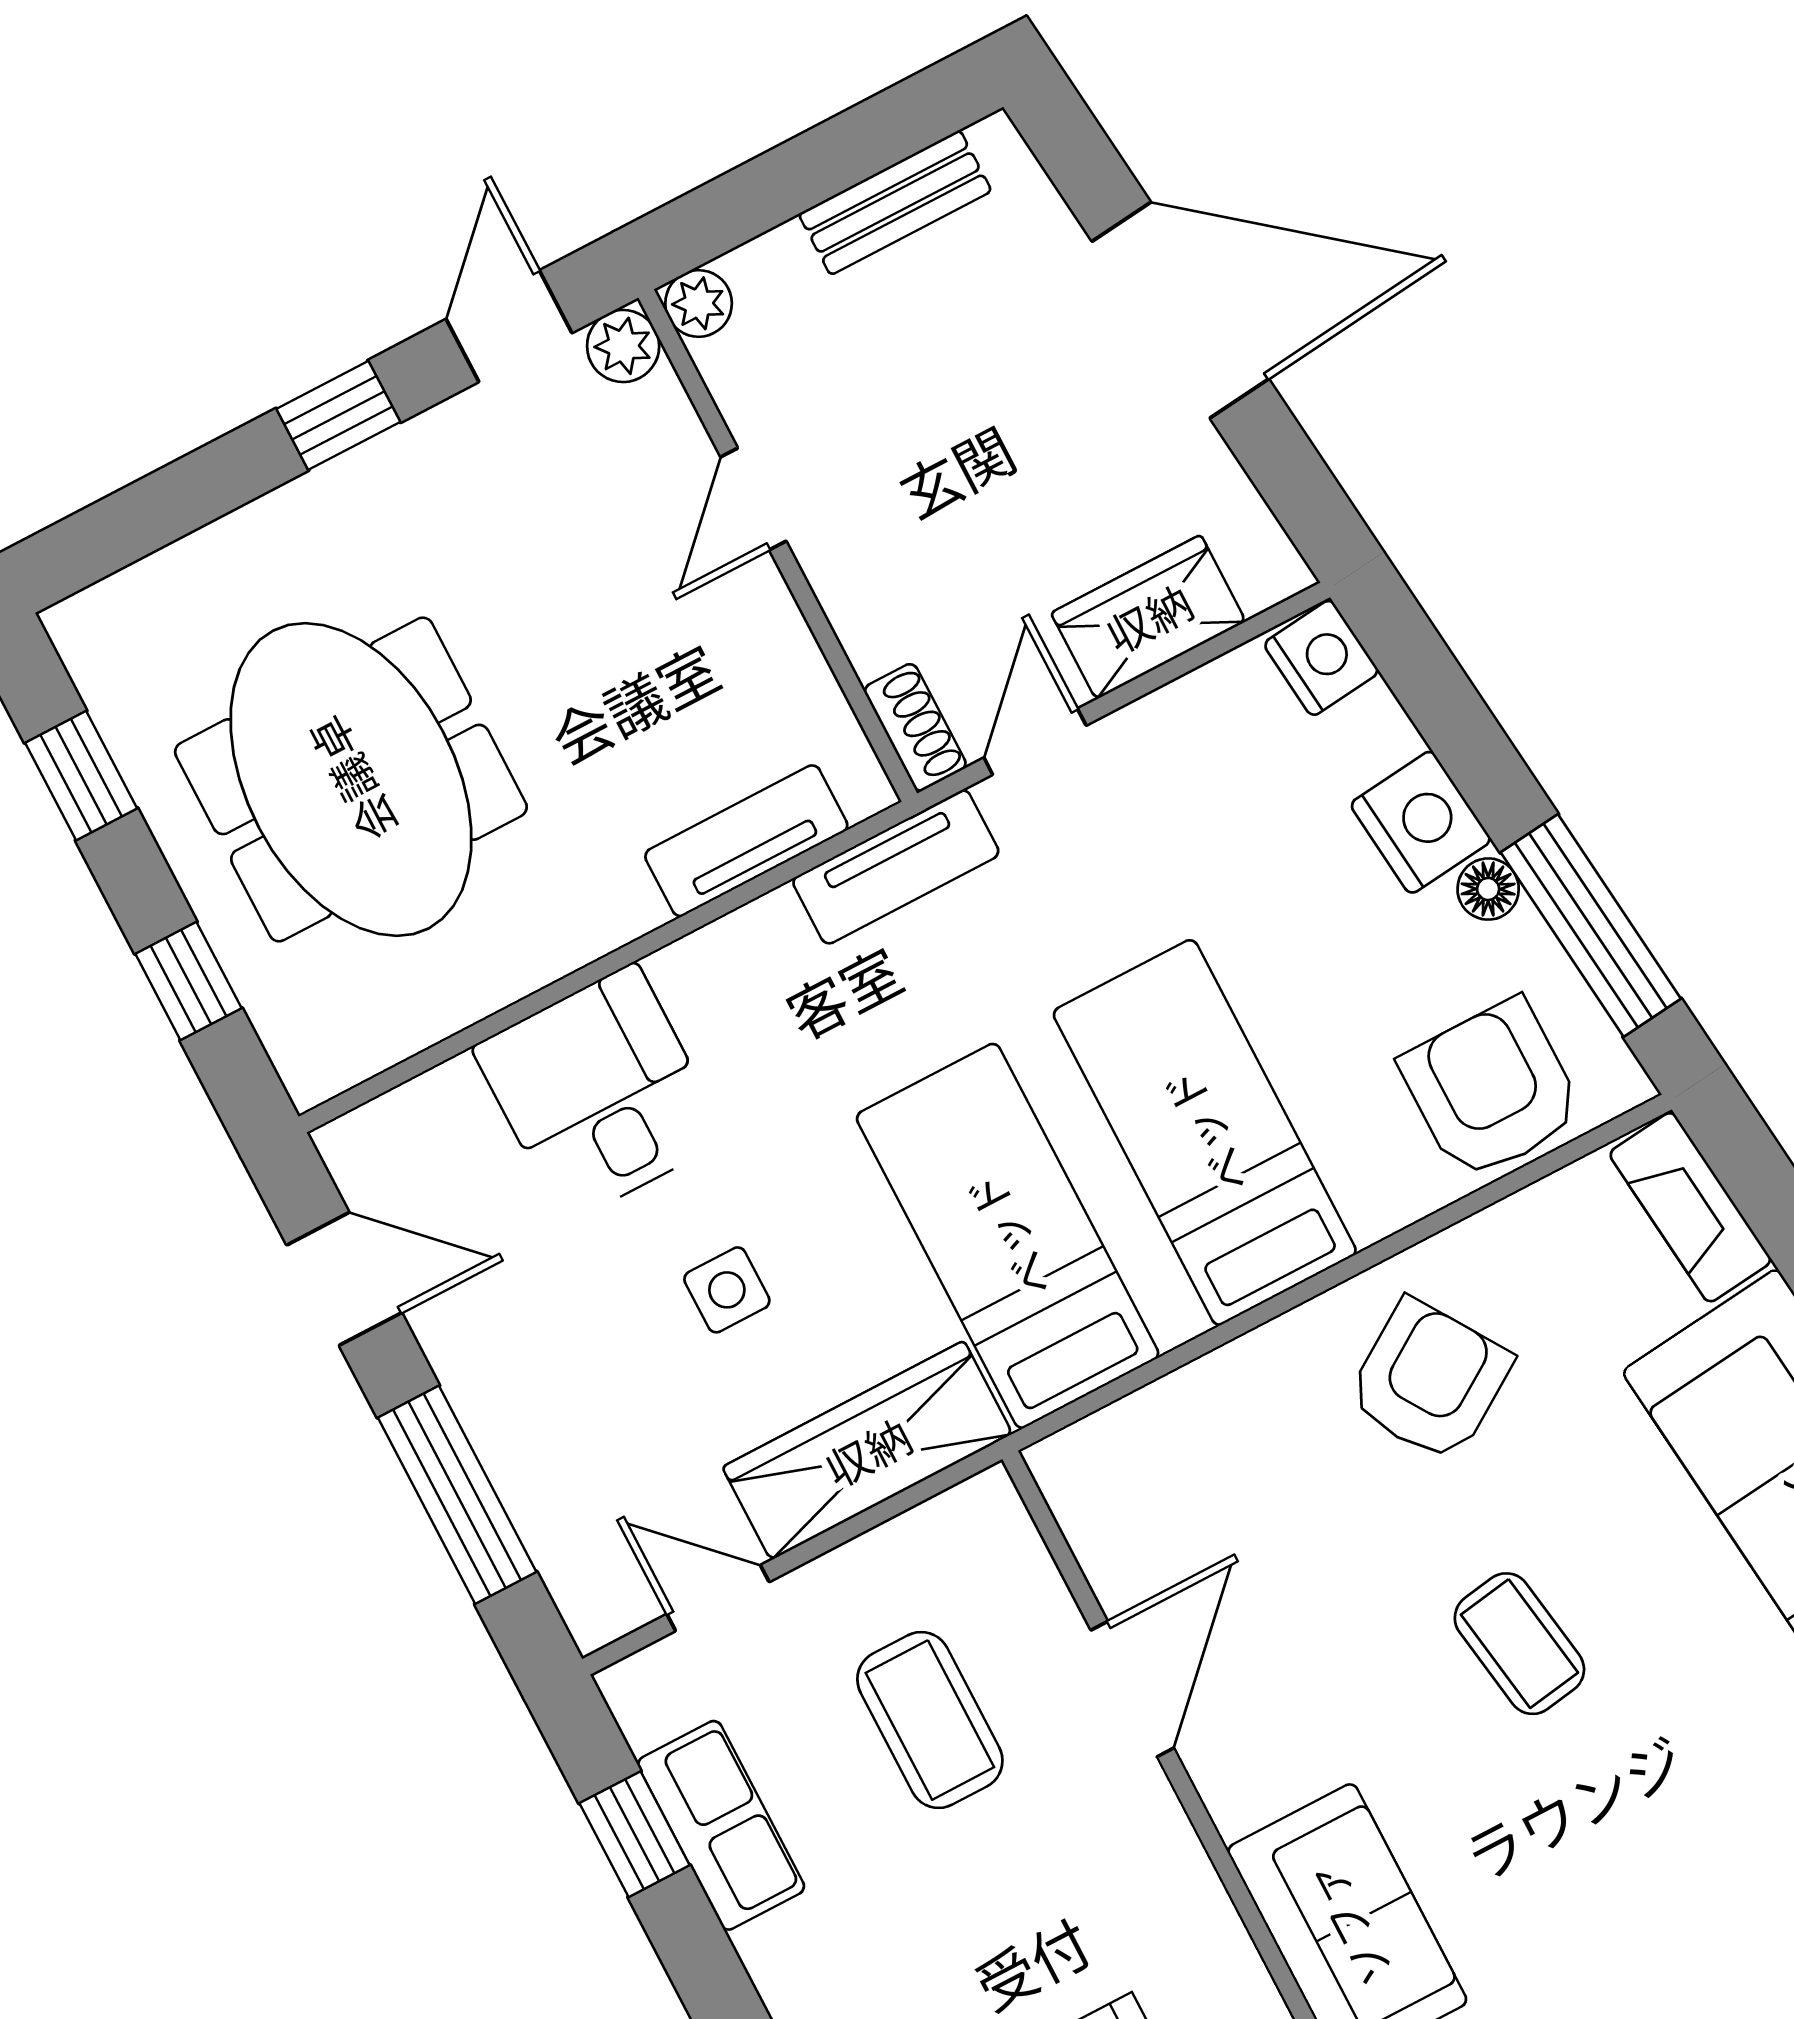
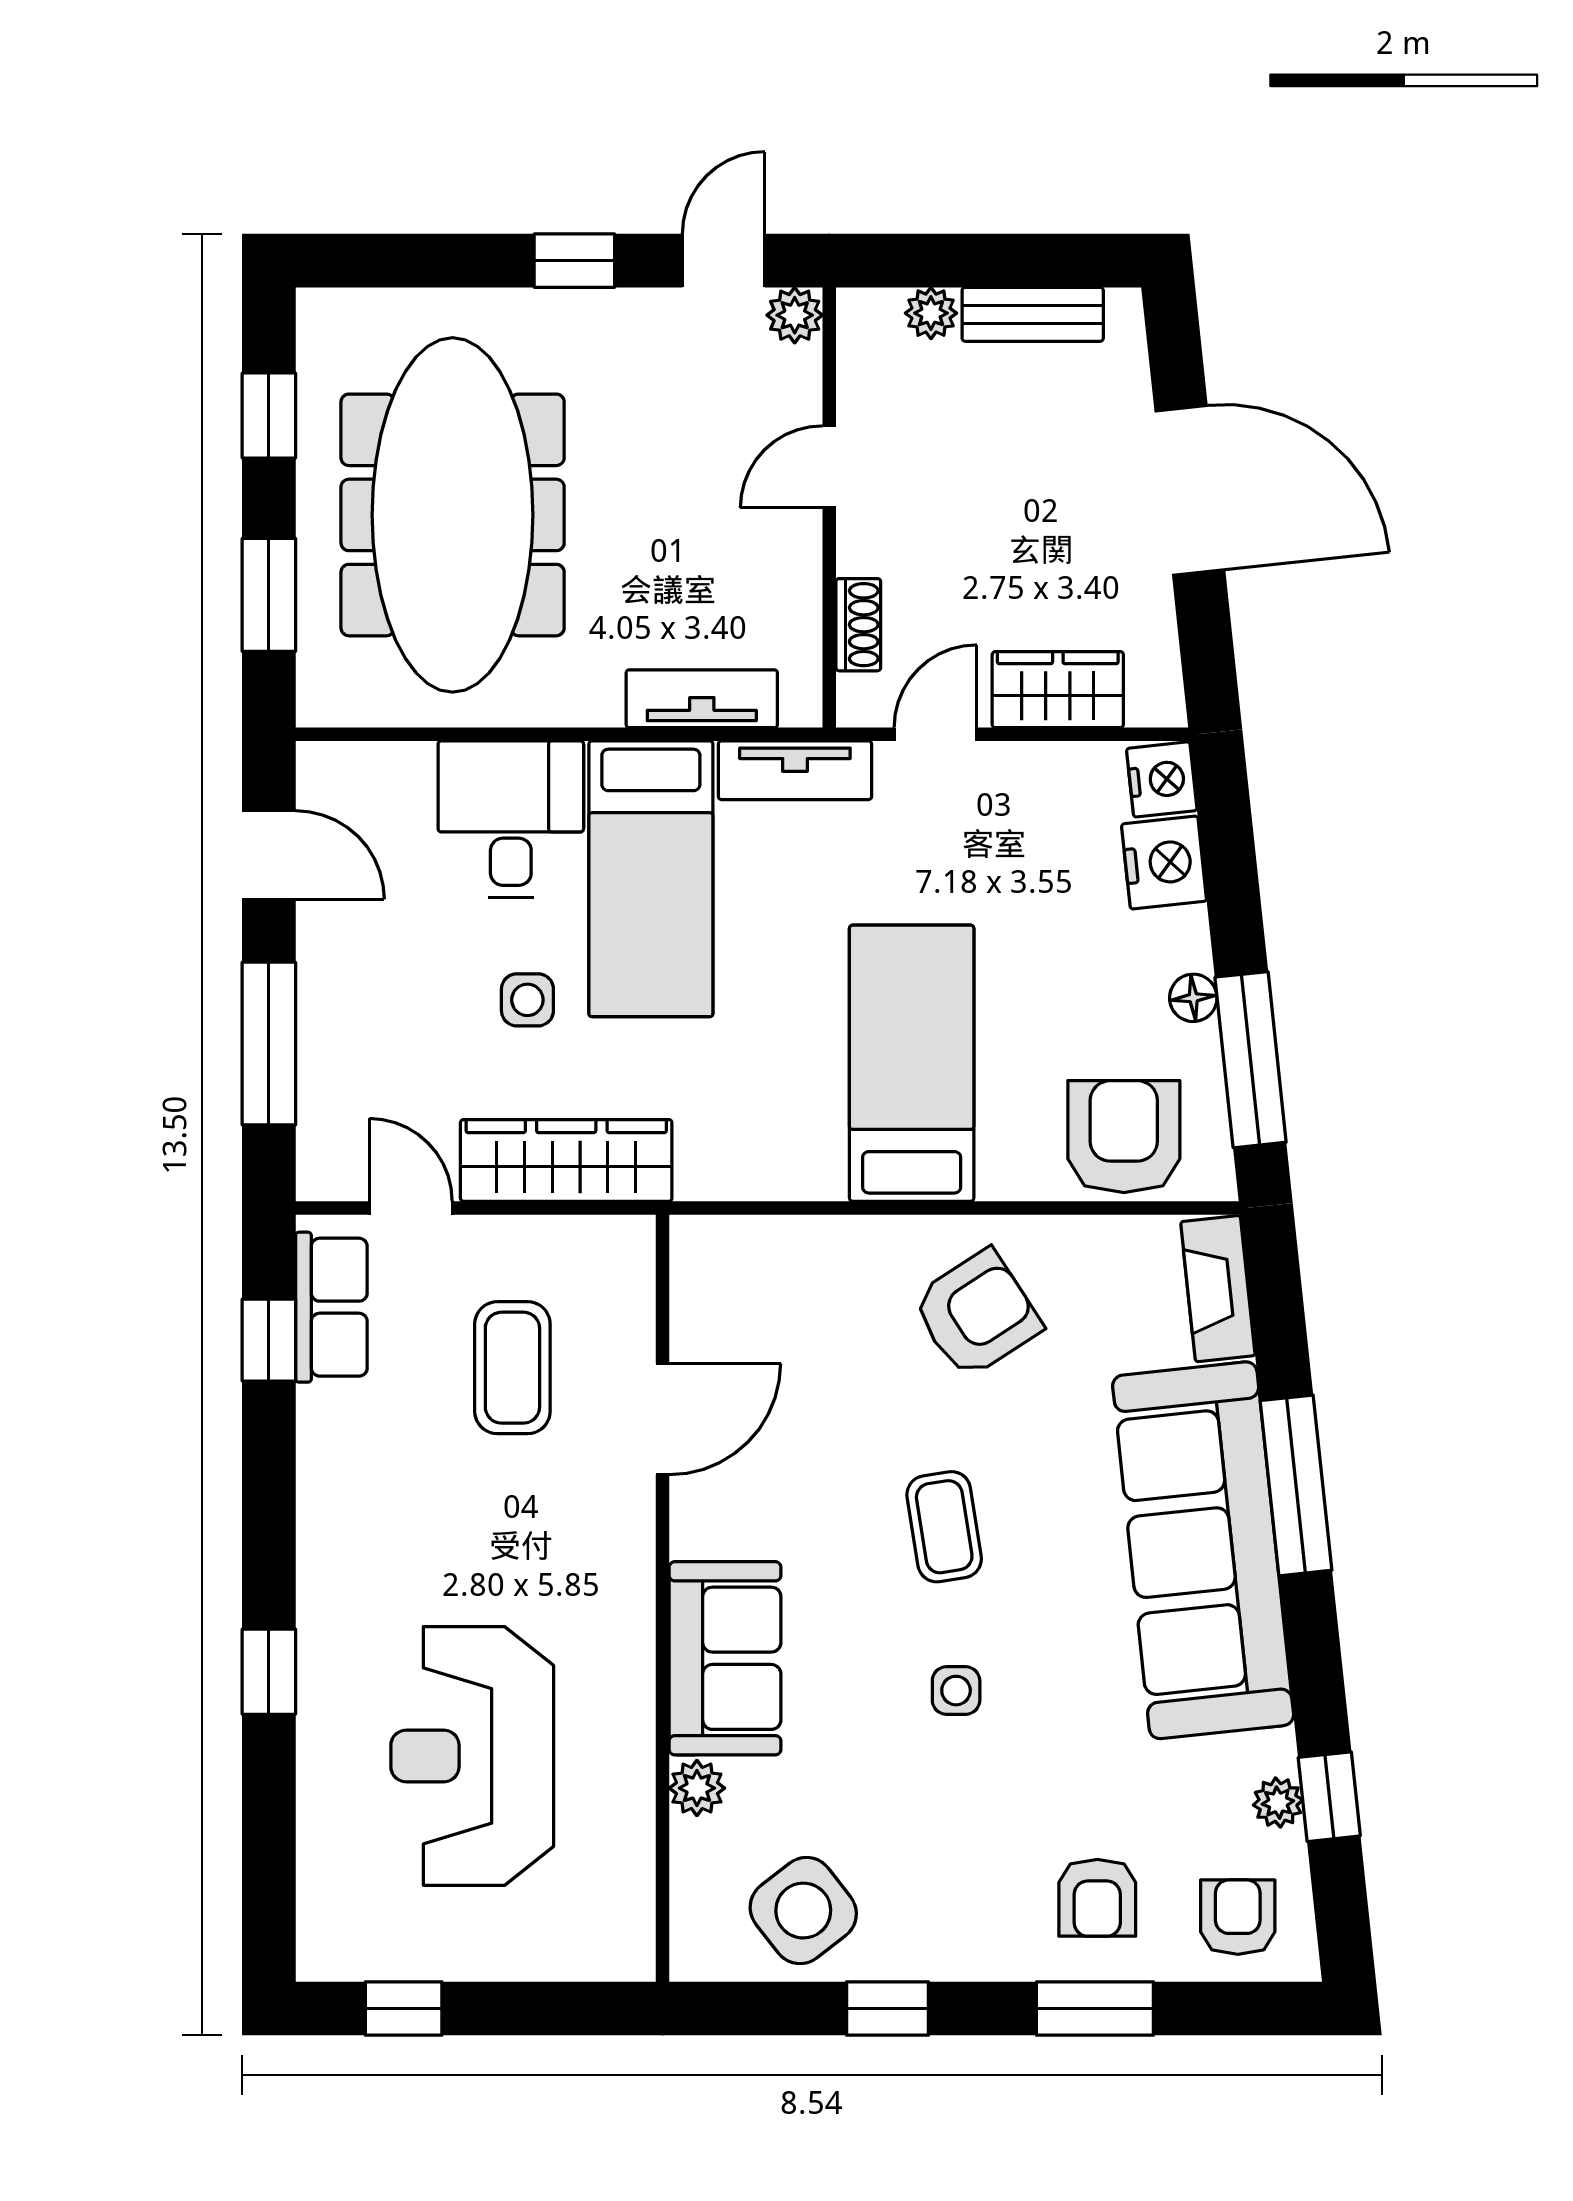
plant: (699, 303) -> (931, 313), moved
shoe rack: (915, 727) -> (858, 625), moved
meeting table: (351, 779) -> (453, 515), width x1.36
nightstand: (1421, 822) -> (1164, 863), moved
window: (188, 981) -> (269, 595), width x1.50
bed: (1008, 1236) -> (651, 879), moved, turned 180
side table: (1631, 1824) -> (956, 1691), added
row of seats: (721, 1825) -> (331, 1307), moved

